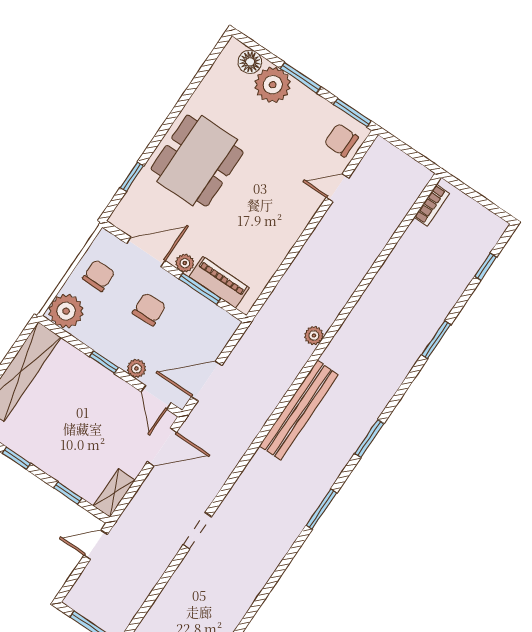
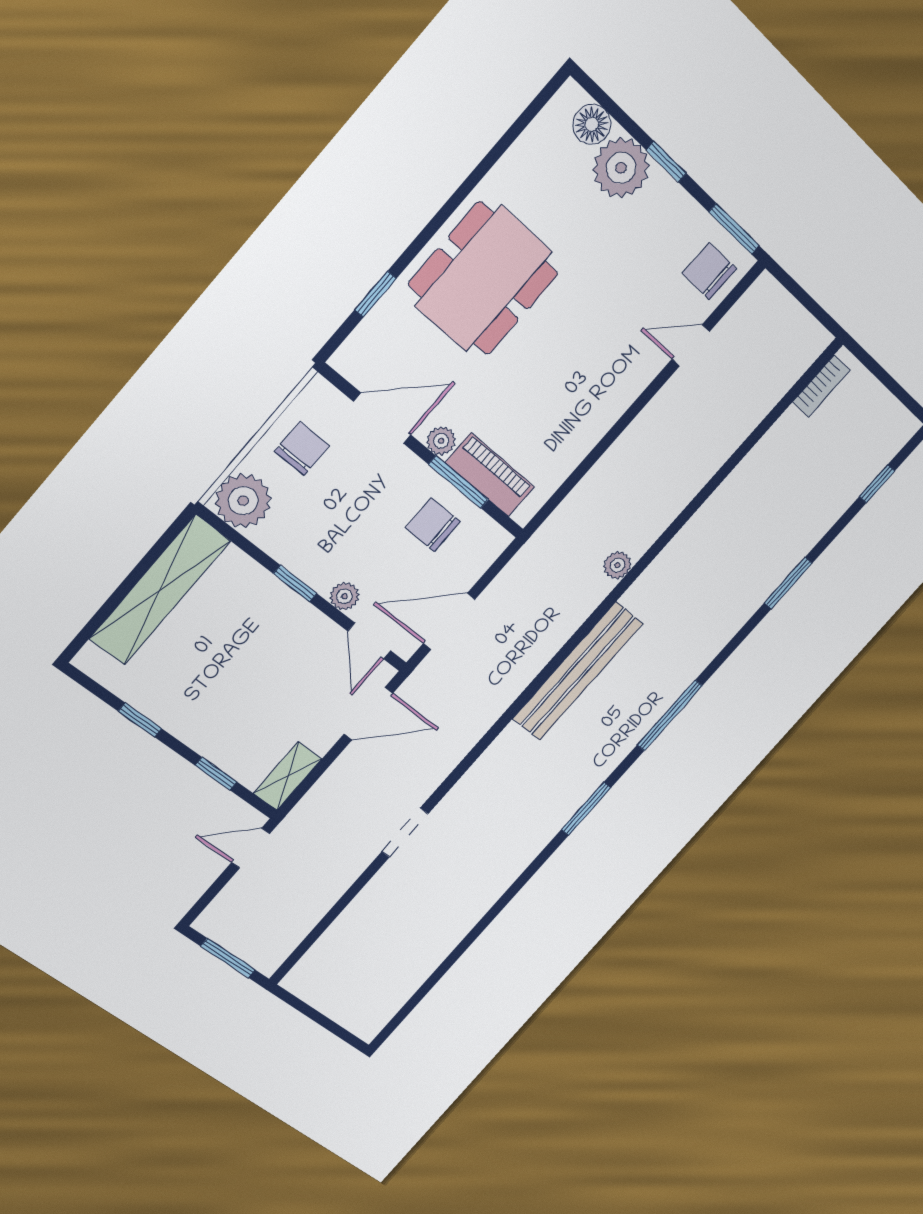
window: (301, 78) -> (666, 162), width x0.67
chair: (149, 309) -> (433, 525), moved, turned -88
window: (369, 438) -> (670, 715), width x1.44

